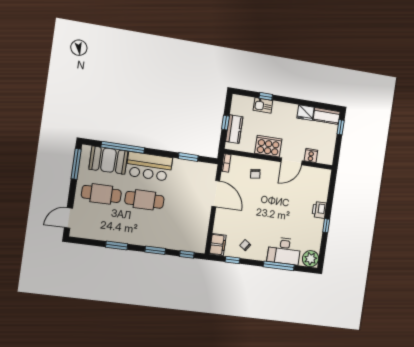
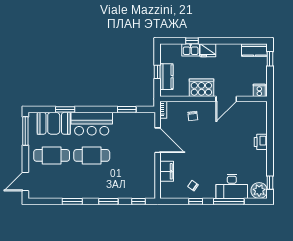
fridge: (305, 113) -> (208, 50), moved
window: (123, 147) -> (65, 109), width x0.47
cooker: (311, 155) -> (259, 90), moved
window: (326, 226) -> (270, 183), moved
filing cabinet: (218, 245) -> (167, 171), moved
window: (232, 260) -> (196, 201), moved

